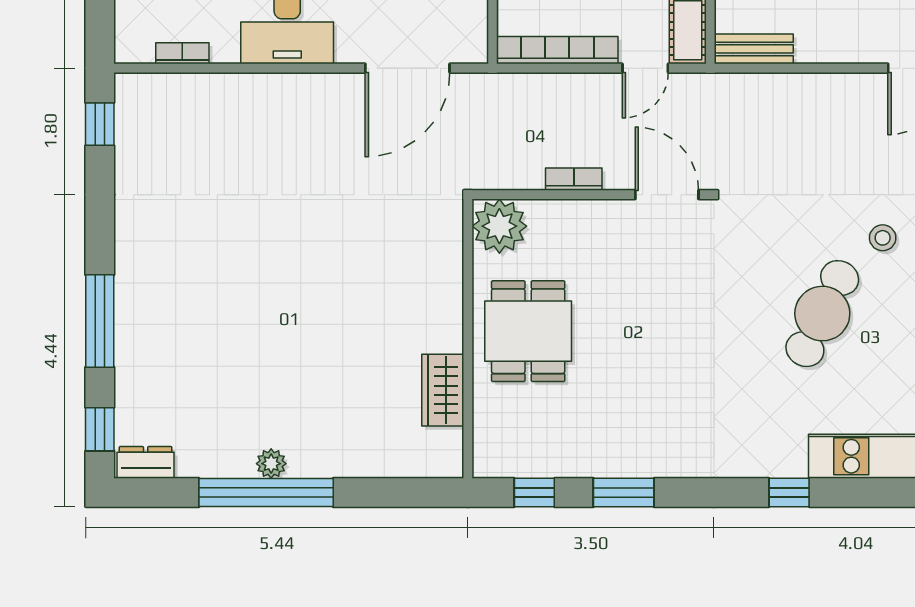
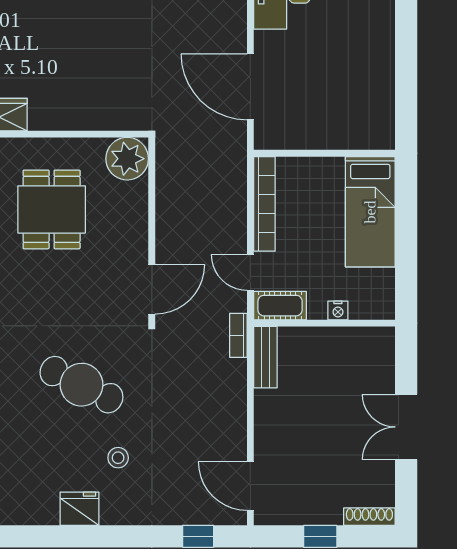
bookcase: (574, 179) -> (238, 335), moved, turned 180
cafe table: (822, 314) -> (81, 385), moved
dining table: (528, 331) -> (52, 209), moved, turned 90

